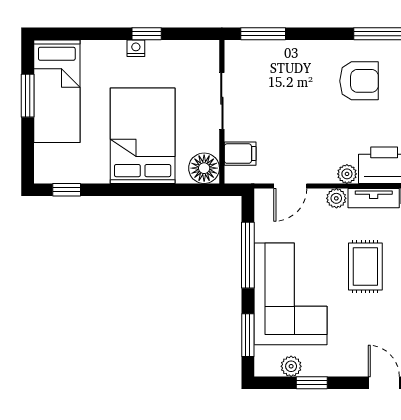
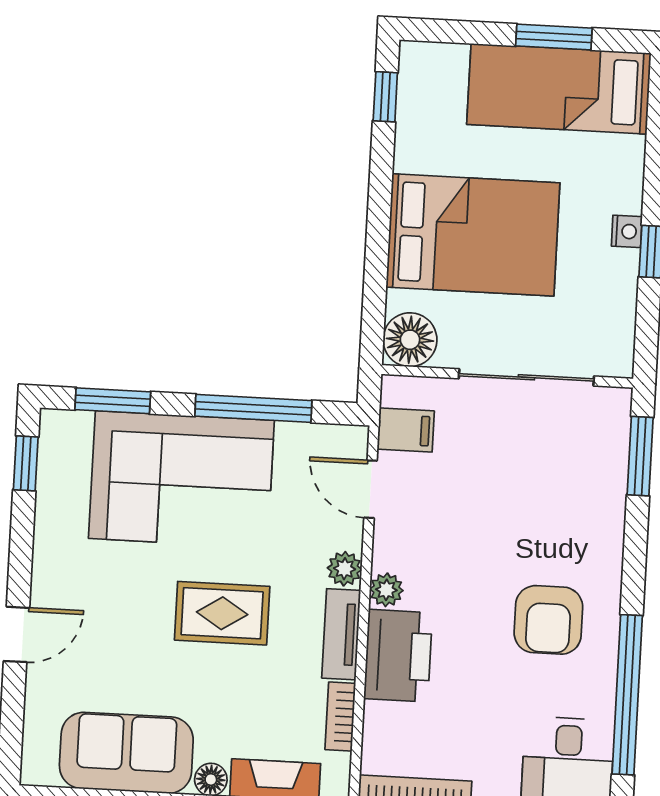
sliding door: (222, 101) -> (526, 377), width x1.37
filing cabinet: (240, 154) -> (406, 430), moved, turned -90
plant: (291, 366) -> (54, 474), removed
window: (312, 383) -> (26, 463), moved

